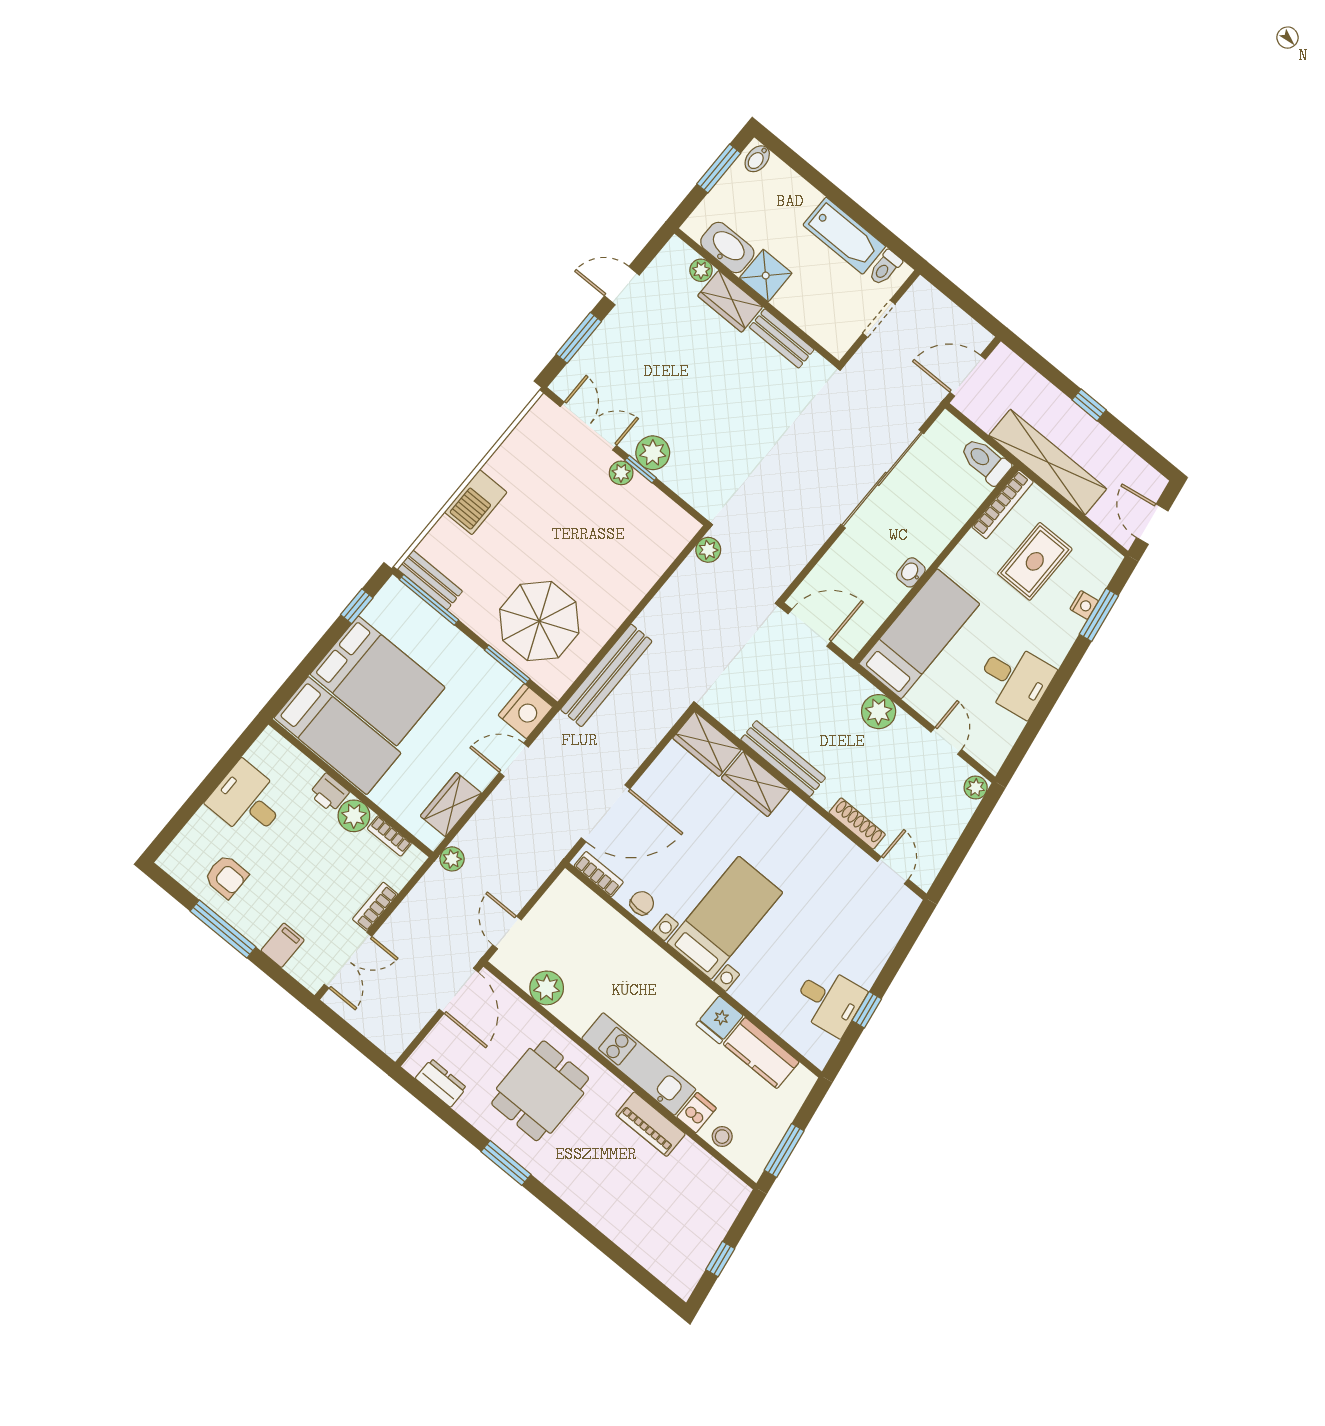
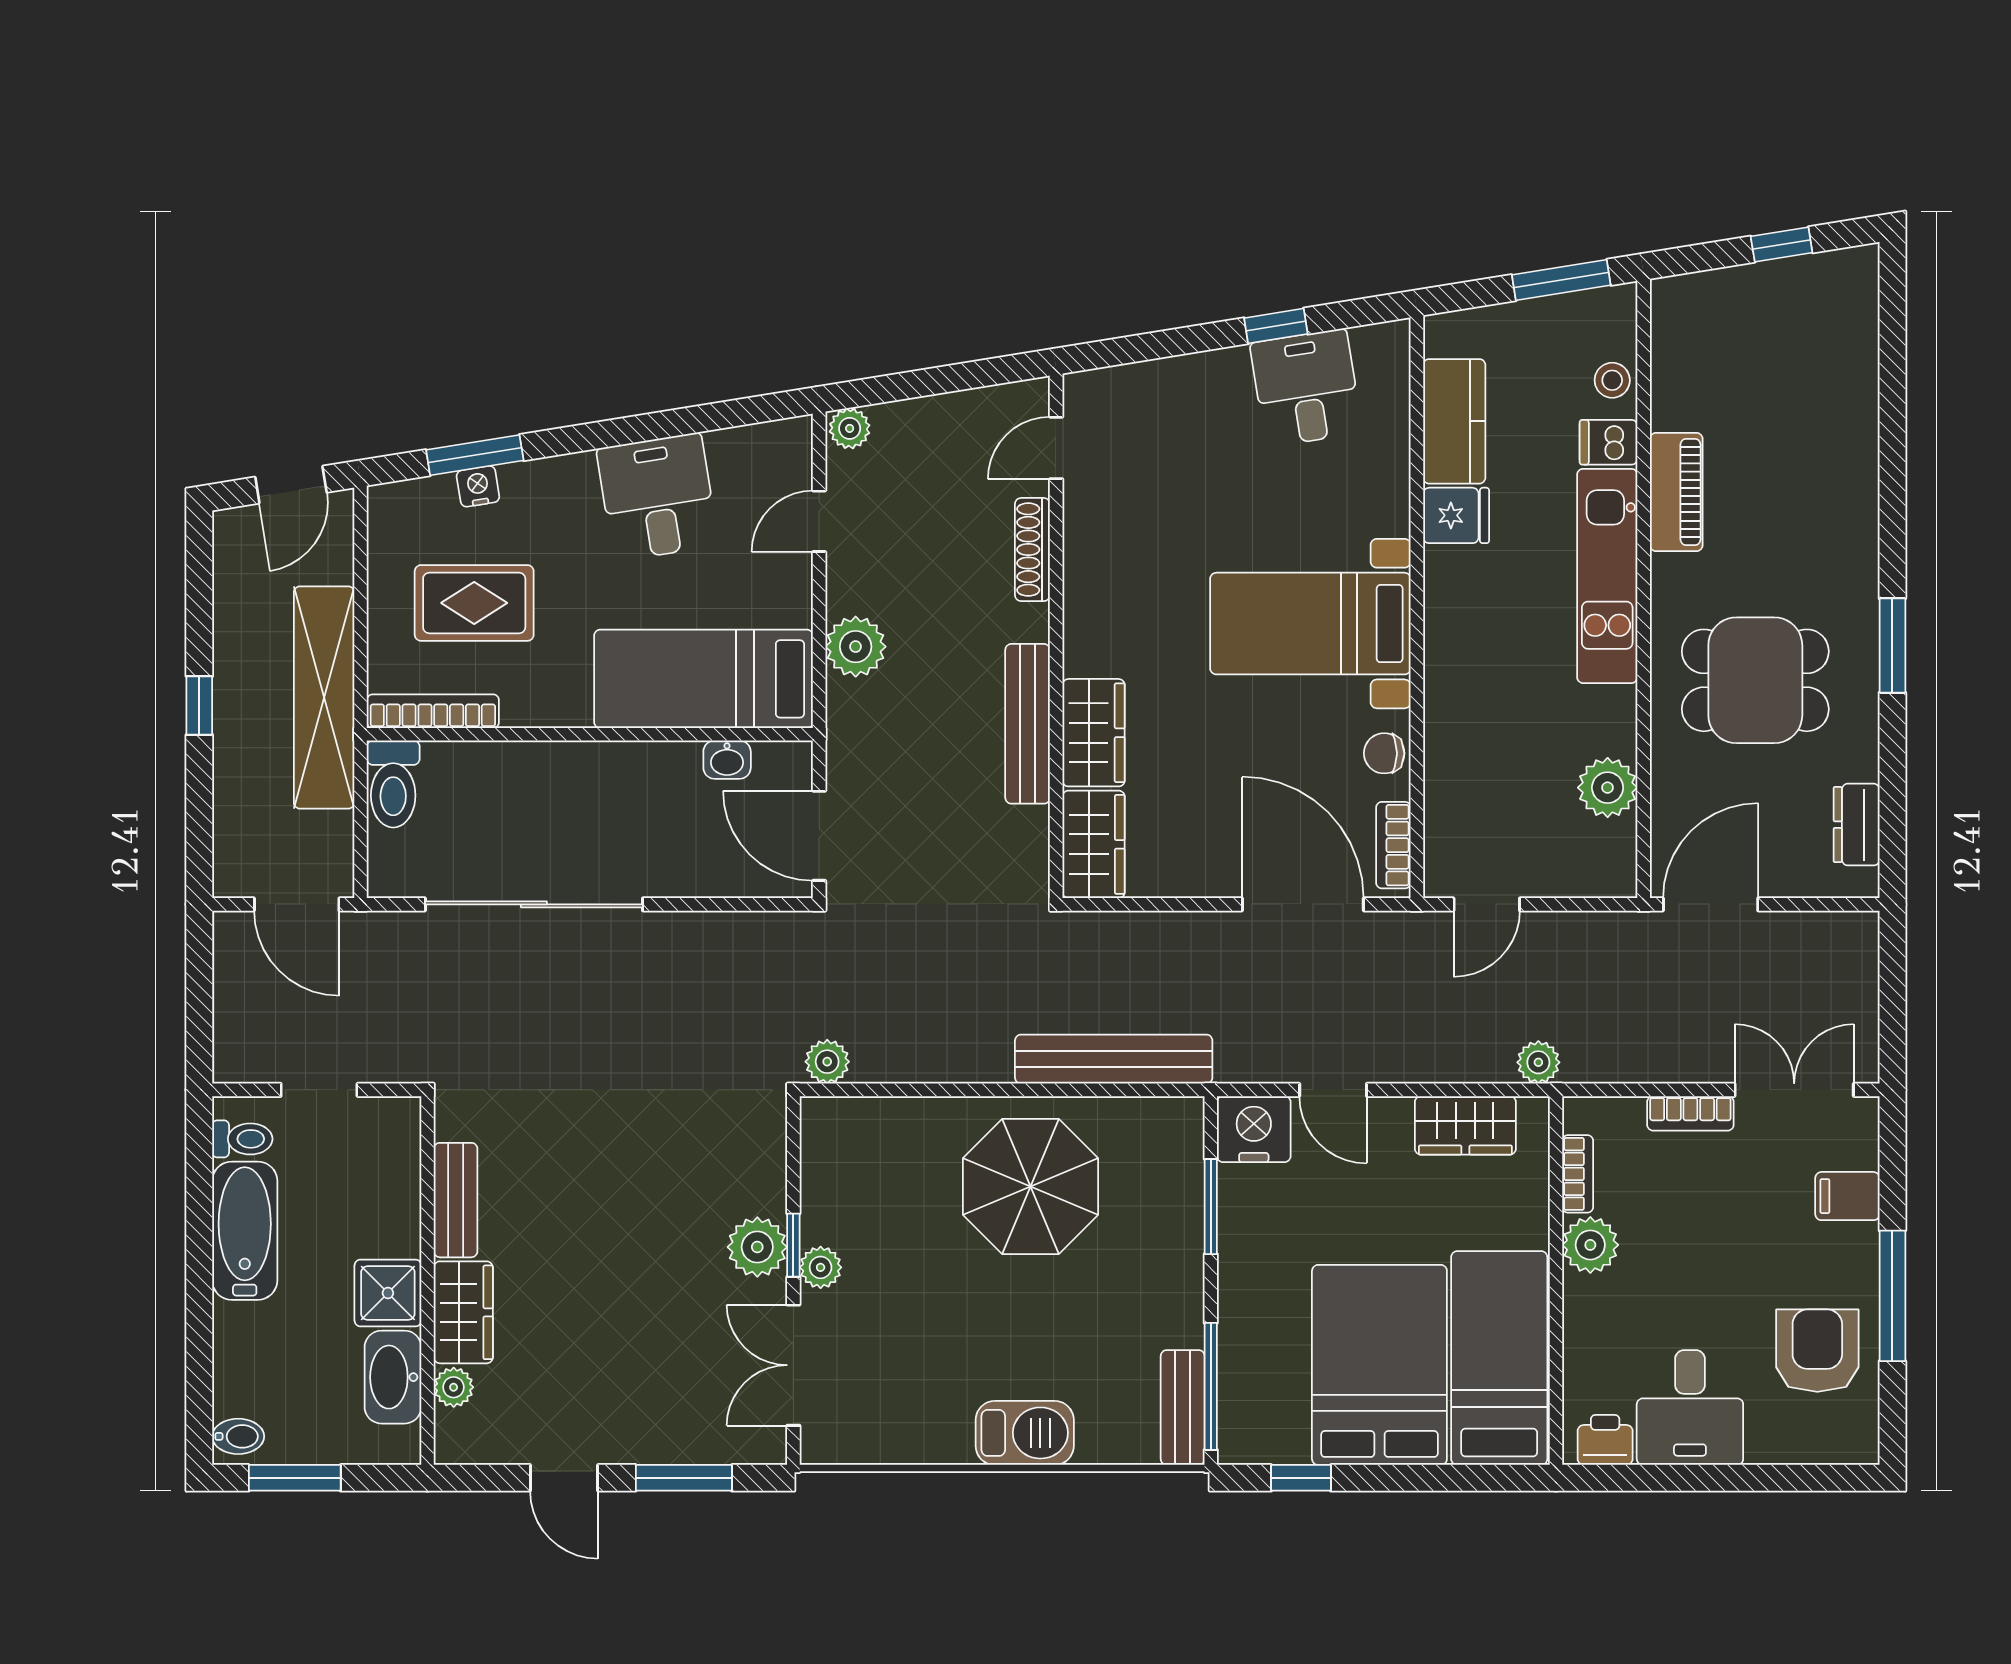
washbasin: (911, 572) -> (727, 760), moved
parasol: (539, 621) -> (1031, 1186), moved
printer: (329, 793) -> (1605, 1440), moved, turned -90
armchair: (226, 877) -> (1817, 1351), width x1.38, depth x1.38
door: (507, 932) -> (1487, 904), moved

